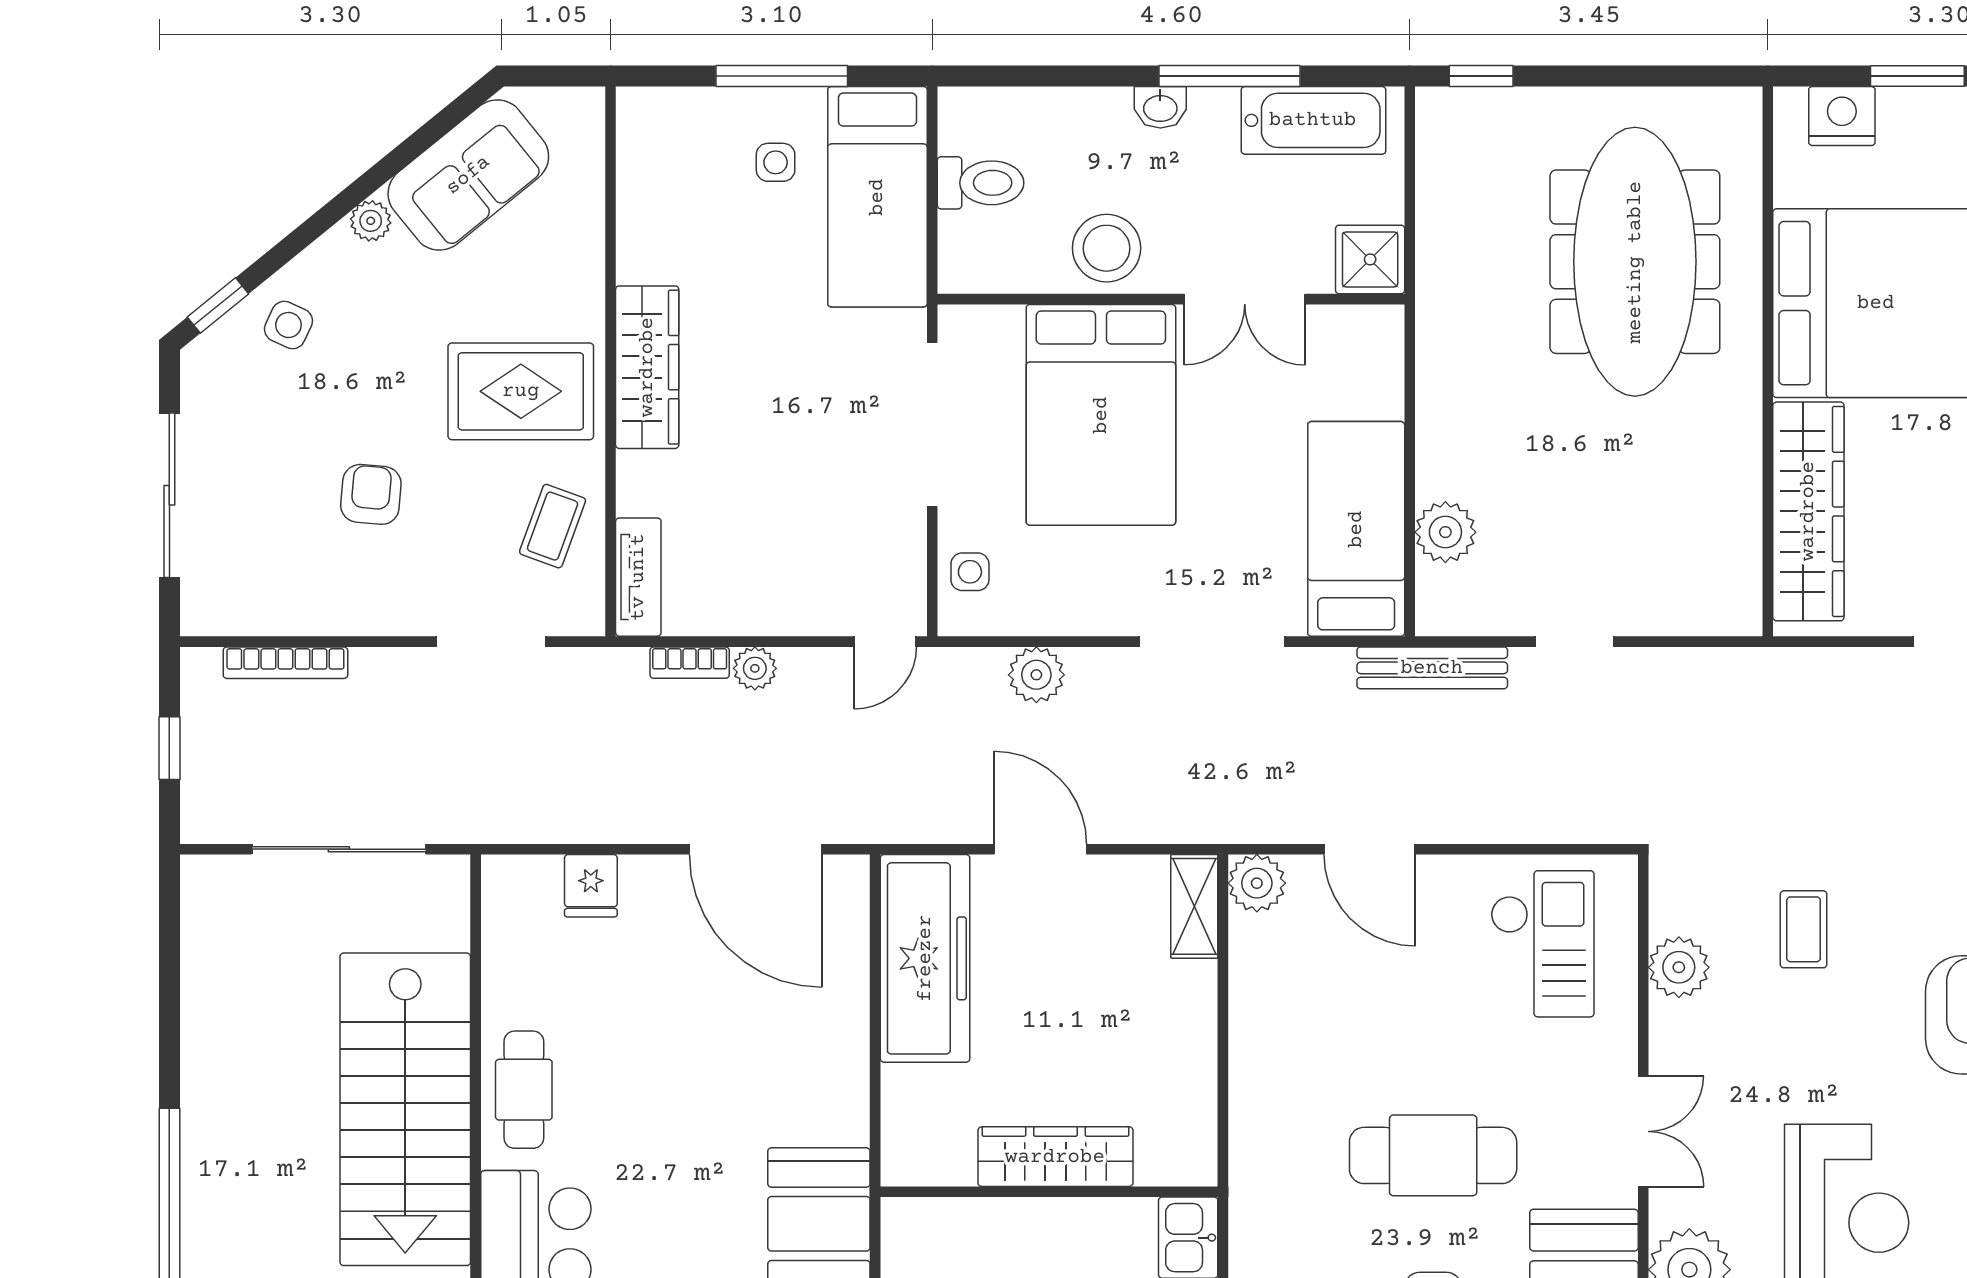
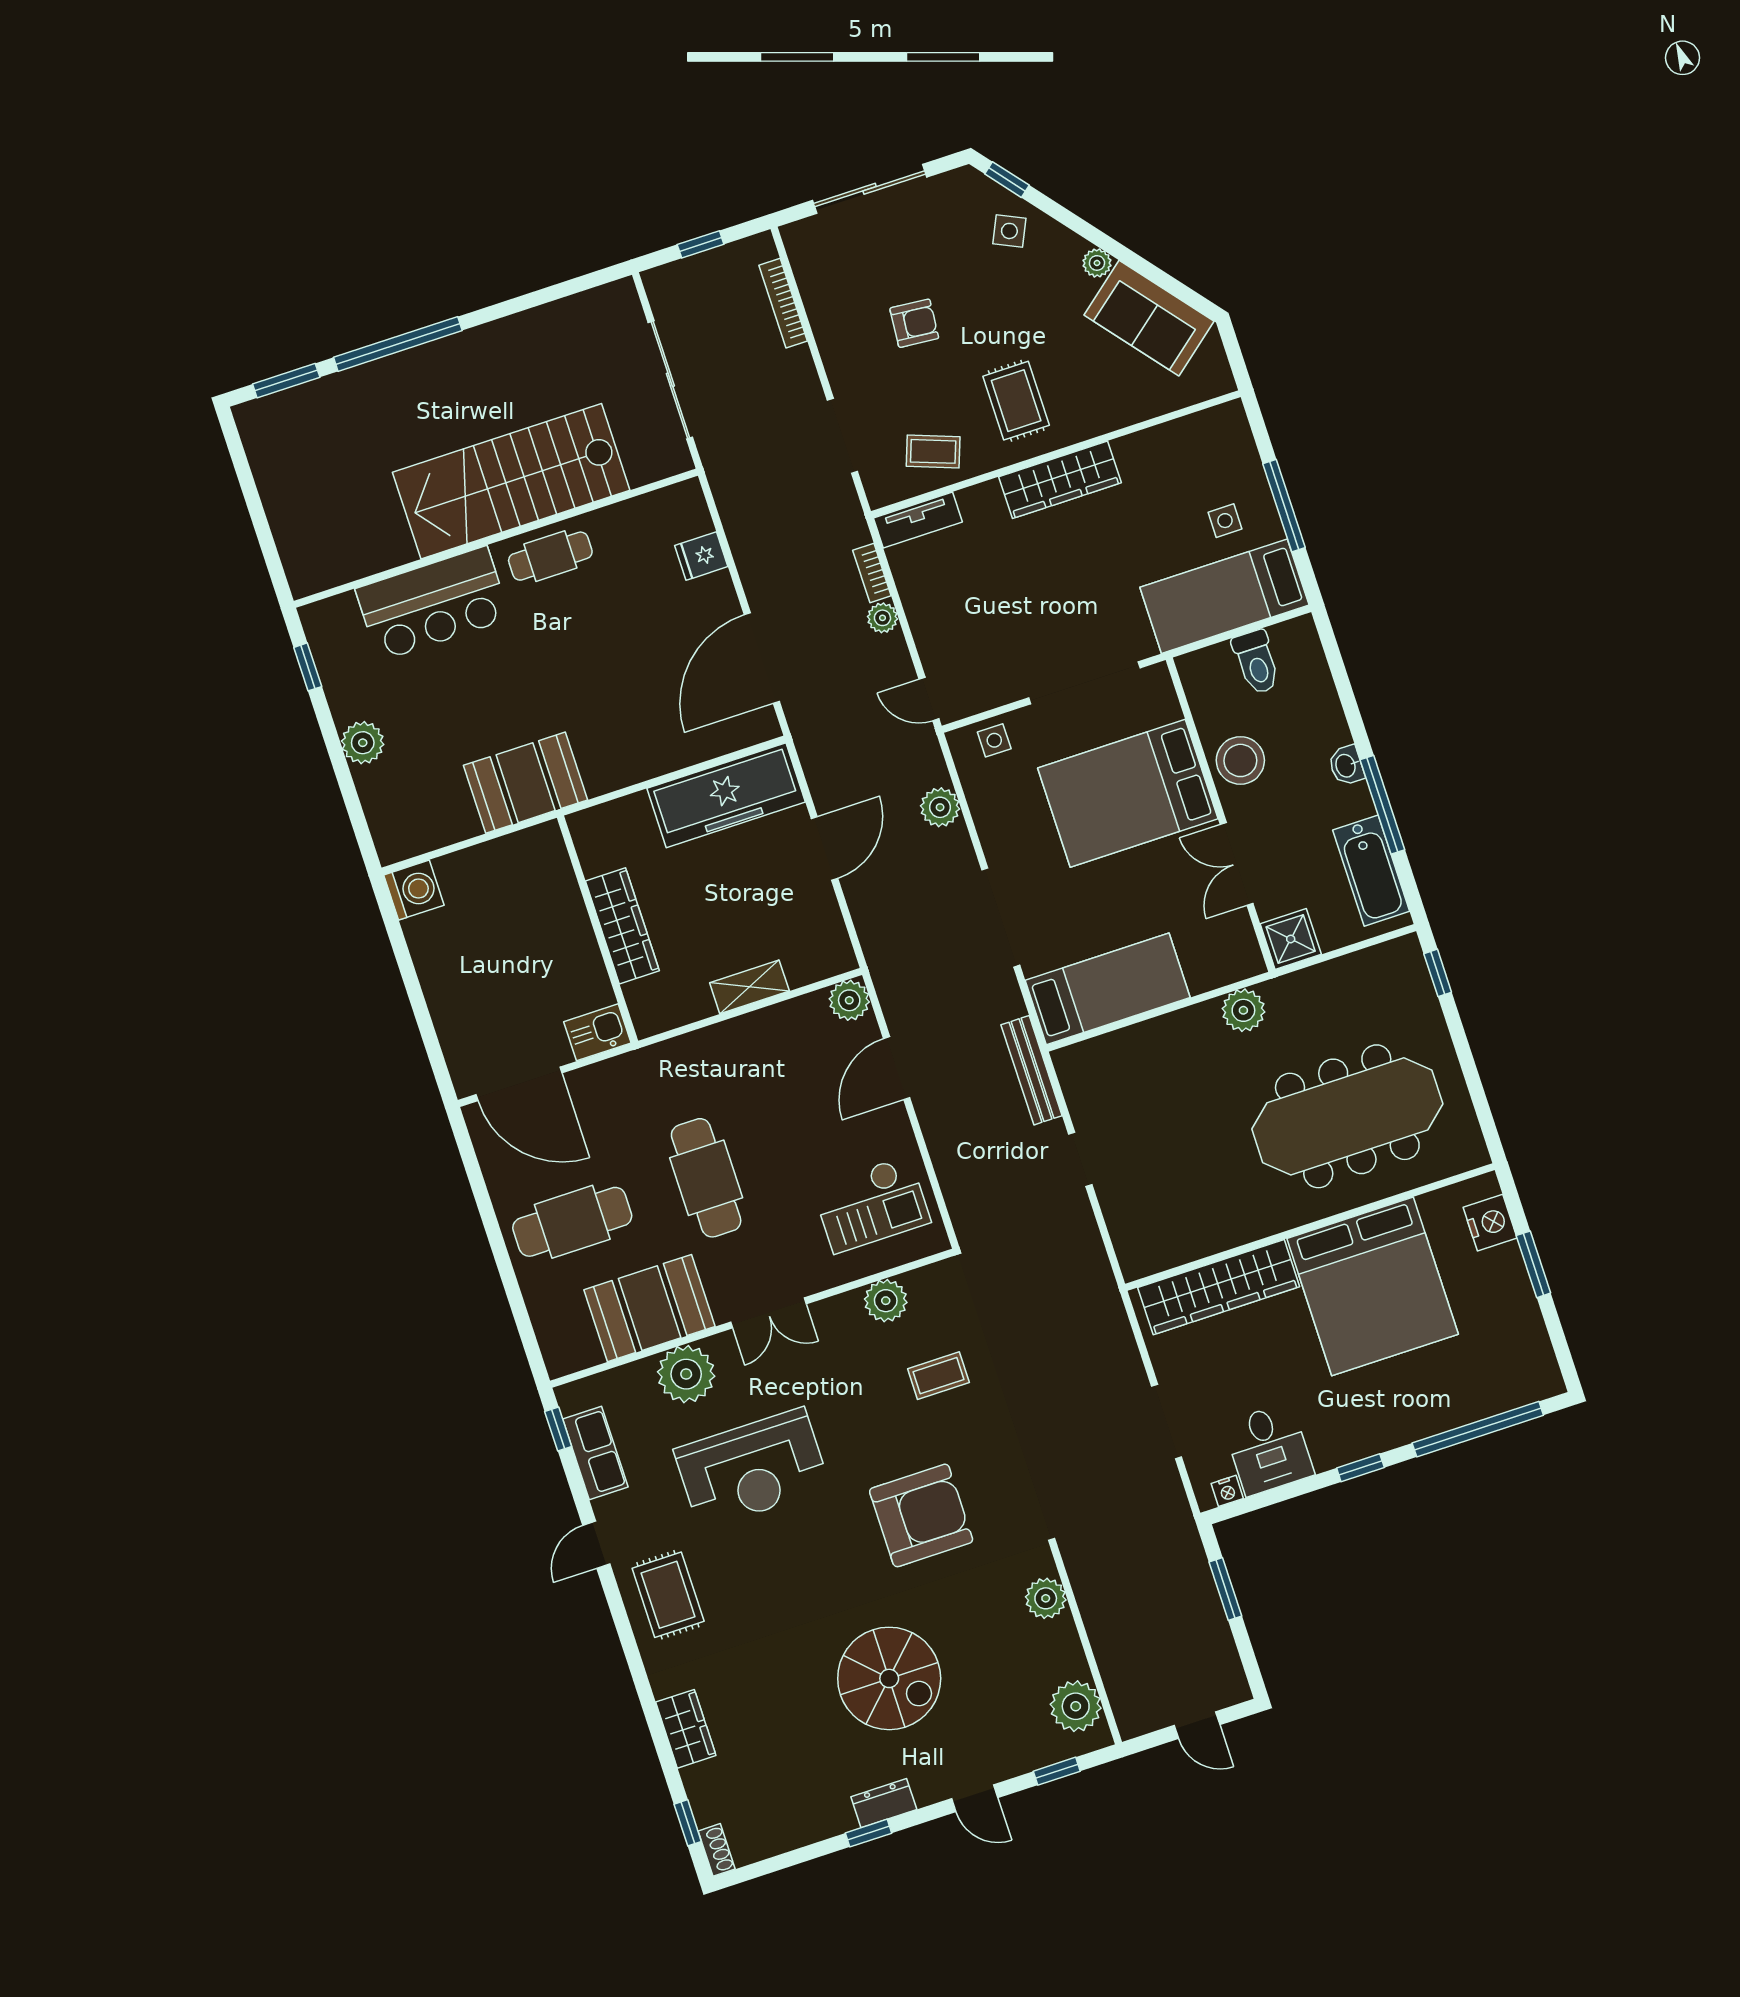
rug: (521, 391) -> (1016, 401), width x0.73, depth x0.70
plant: (1445, 532) -> (1243, 1010), moved
shelving: (1194, 906) -> (749, 987), moved

